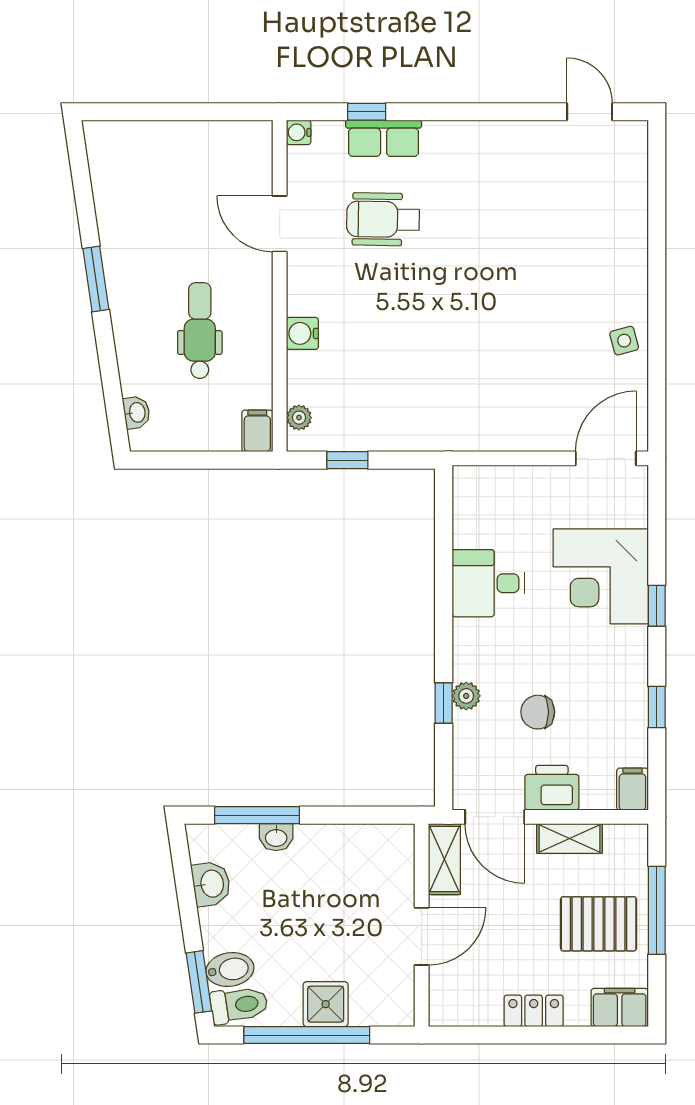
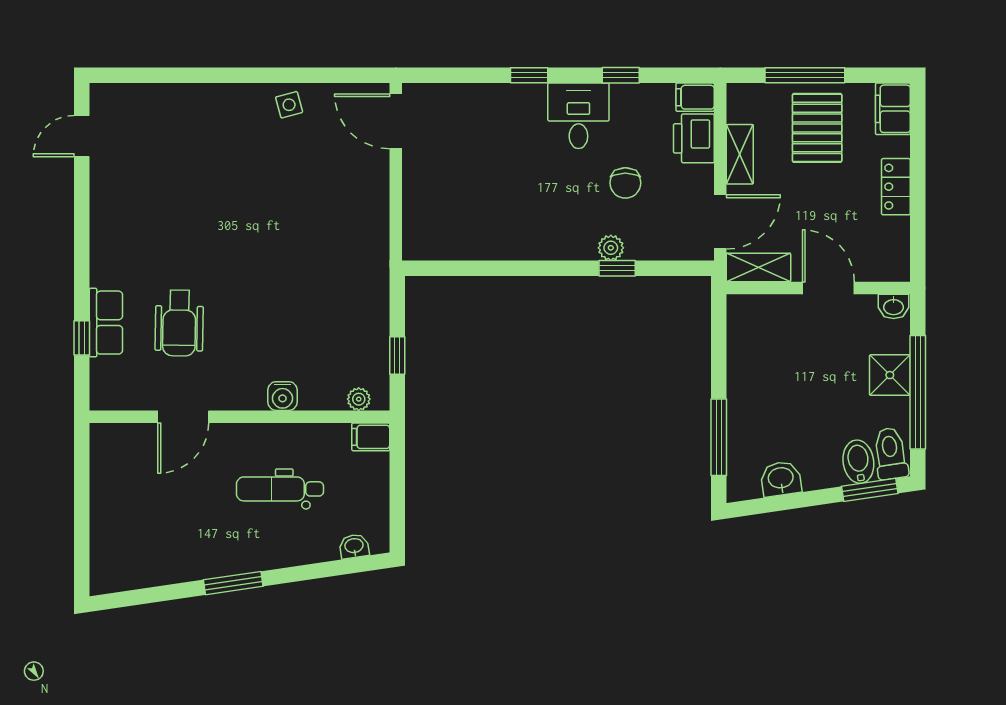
water cooler: (299, 132) -> (101, 399), removed
corner desk: (601, 576) -> (502, 126), removed
desk: (488, 583) -> (578, 116), moved, turned 180
printer: (552, 788) -> (694, 138), moved
washbasin: (276, 837) -> (894, 306), moved, turned 90

